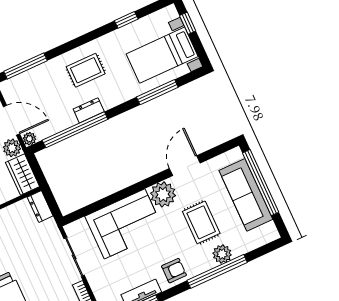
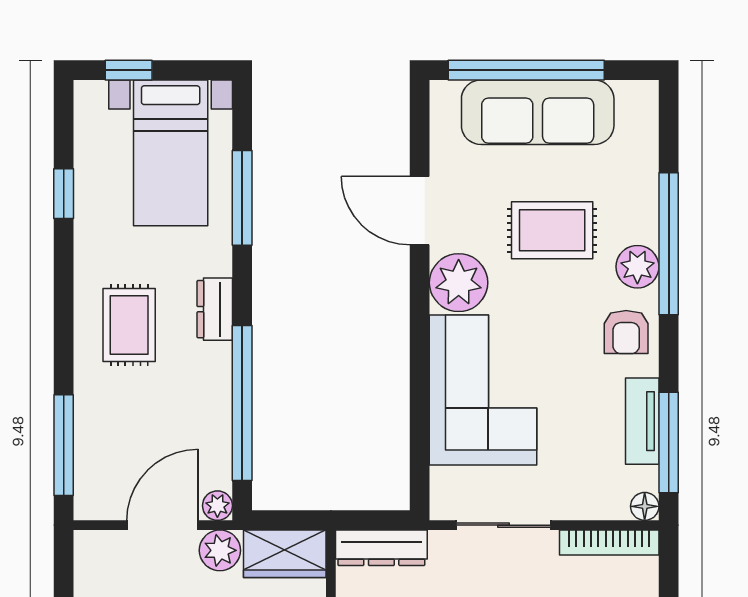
dresser: (89, 110) -> (215, 309), moved
dresser: (40, 207) -> (381, 548), width x1.44
plant: (222, 254) -> (637, 267), moved
armchair: (174, 271) -> (626, 332), turned 180

